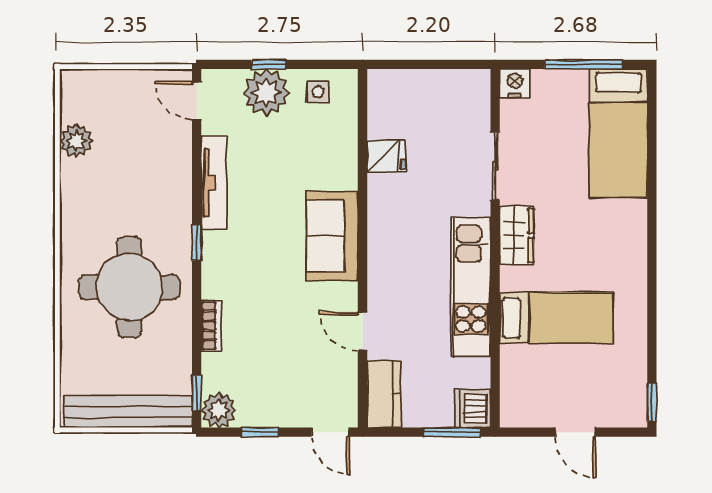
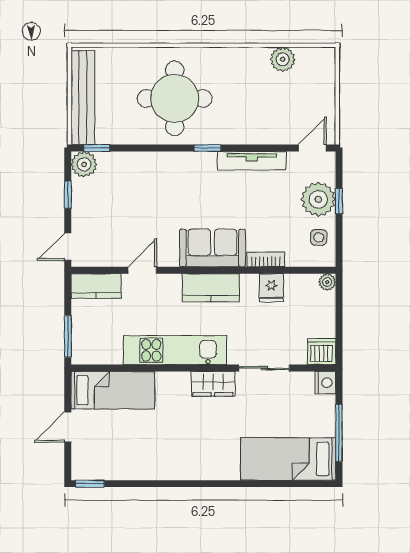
plant: (378, 80) -> (327, 282), added
kitchen counter: (386, 238) -> (211, 288), added
bed: (556, 318) -> (113, 390), moved, turned -90
bookcase: (211, 326) -> (266, 259), moved, turned 180
dishwasher: (473, 409) -> (322, 352), moved

